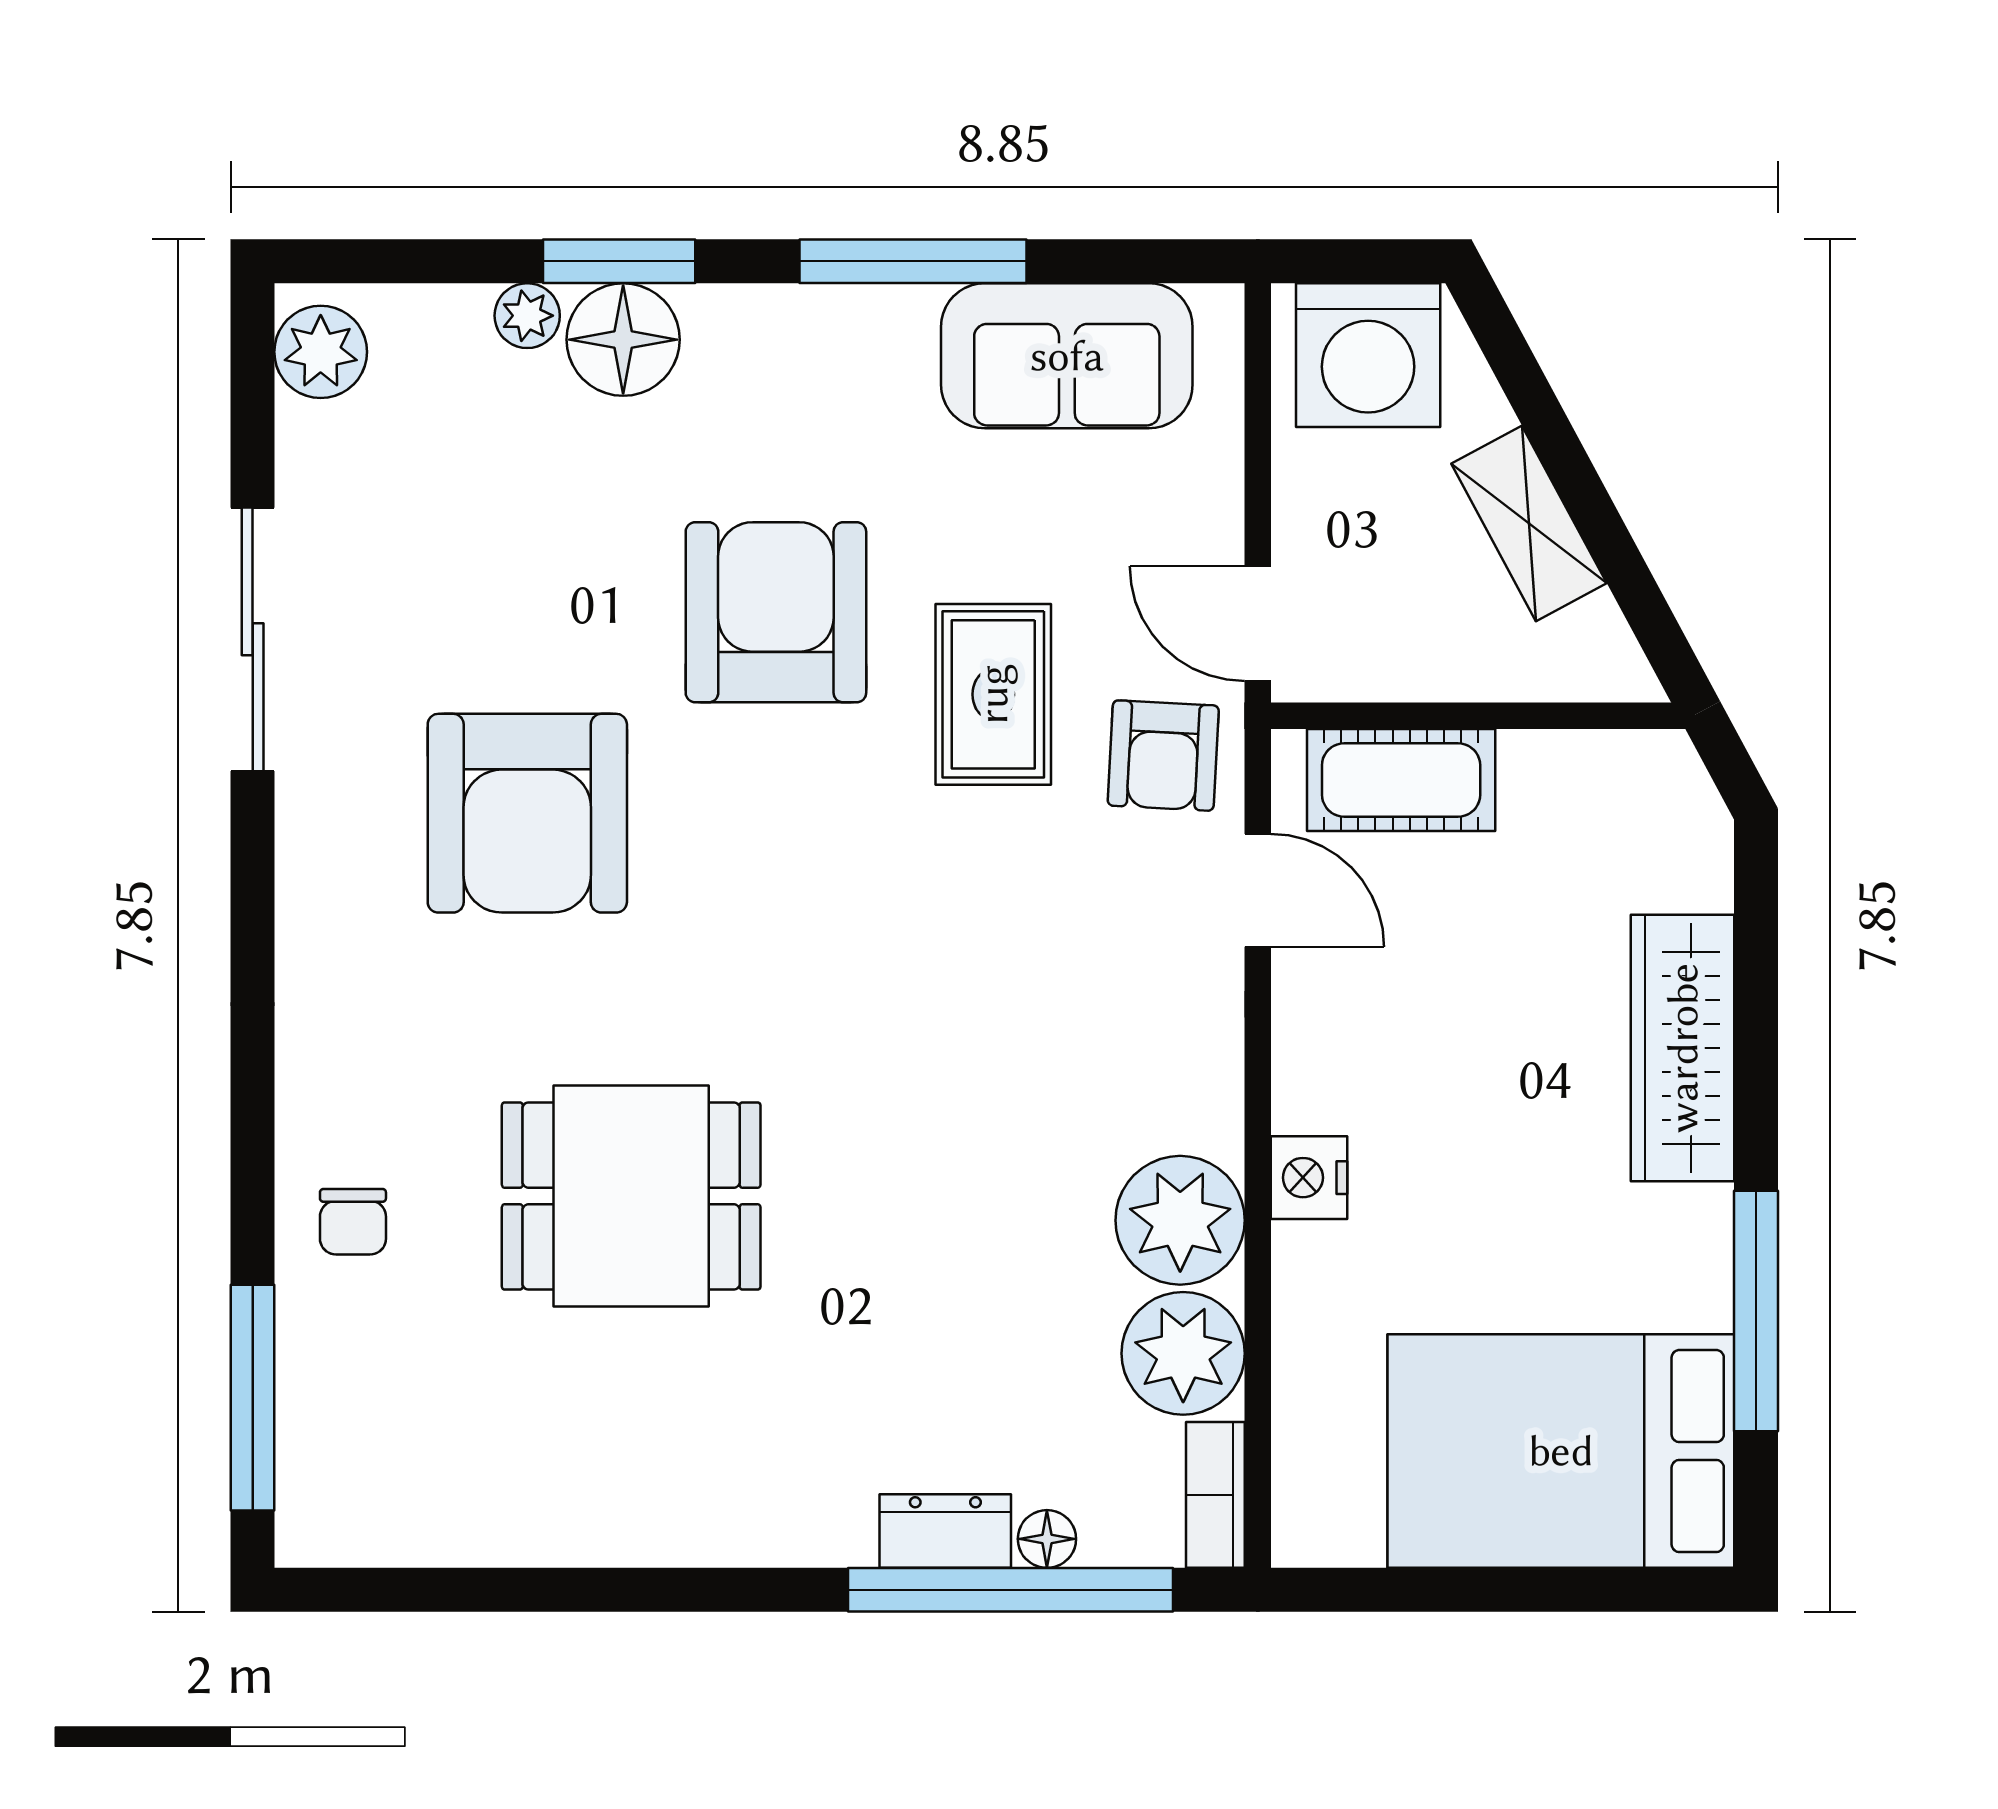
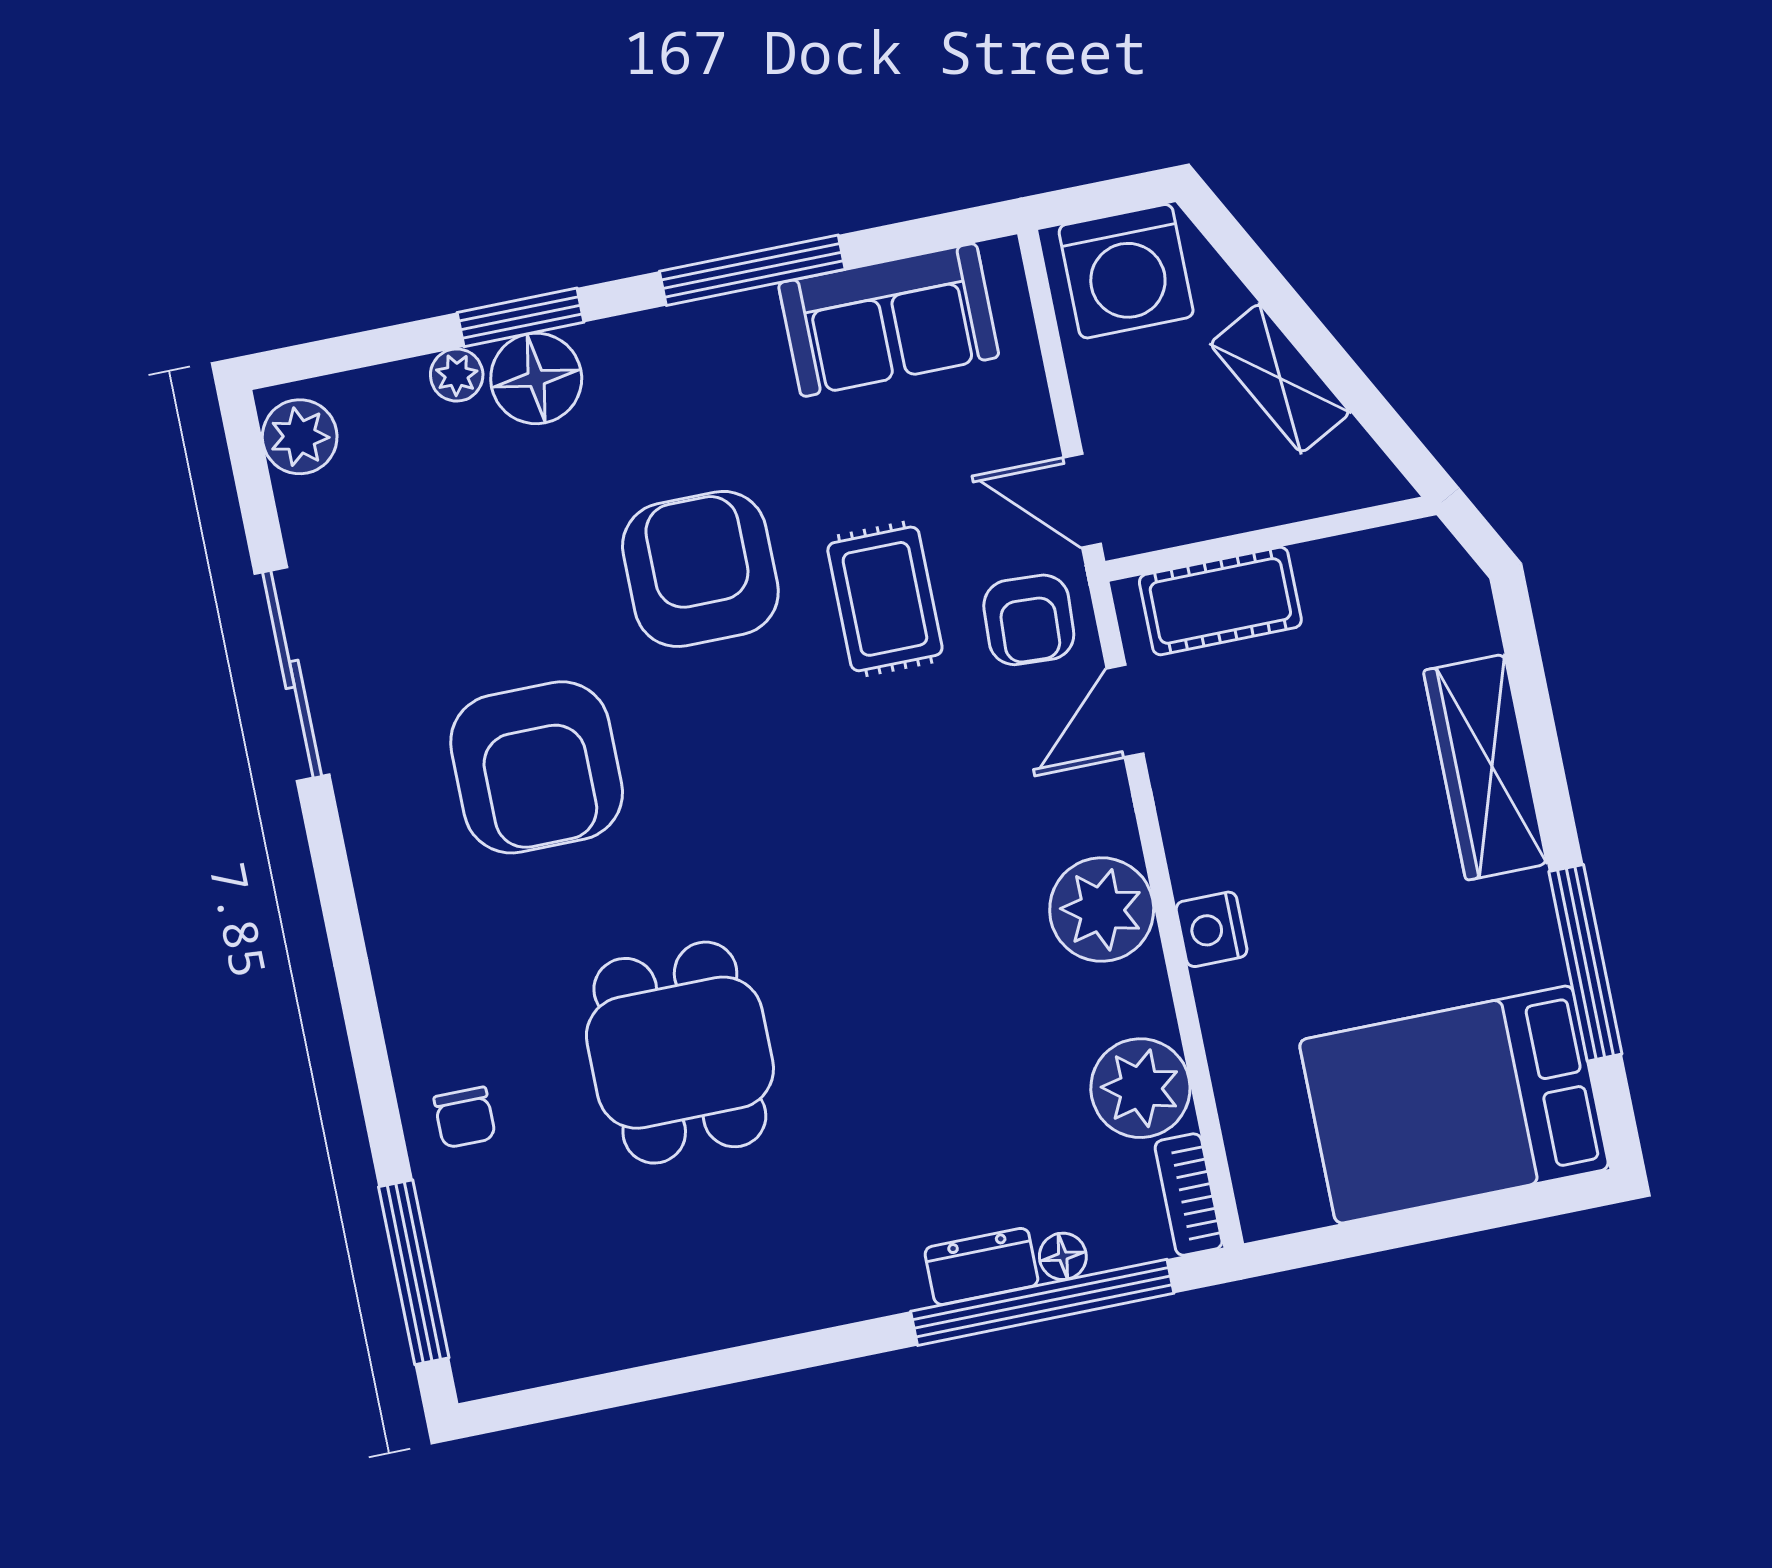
door: (1258, 890) -> (1125, 711), swing flipped
dining table: (631, 1196) -> (680, 1053), turned 90
plant: (1180, 1220) -> (1102, 910), moved

